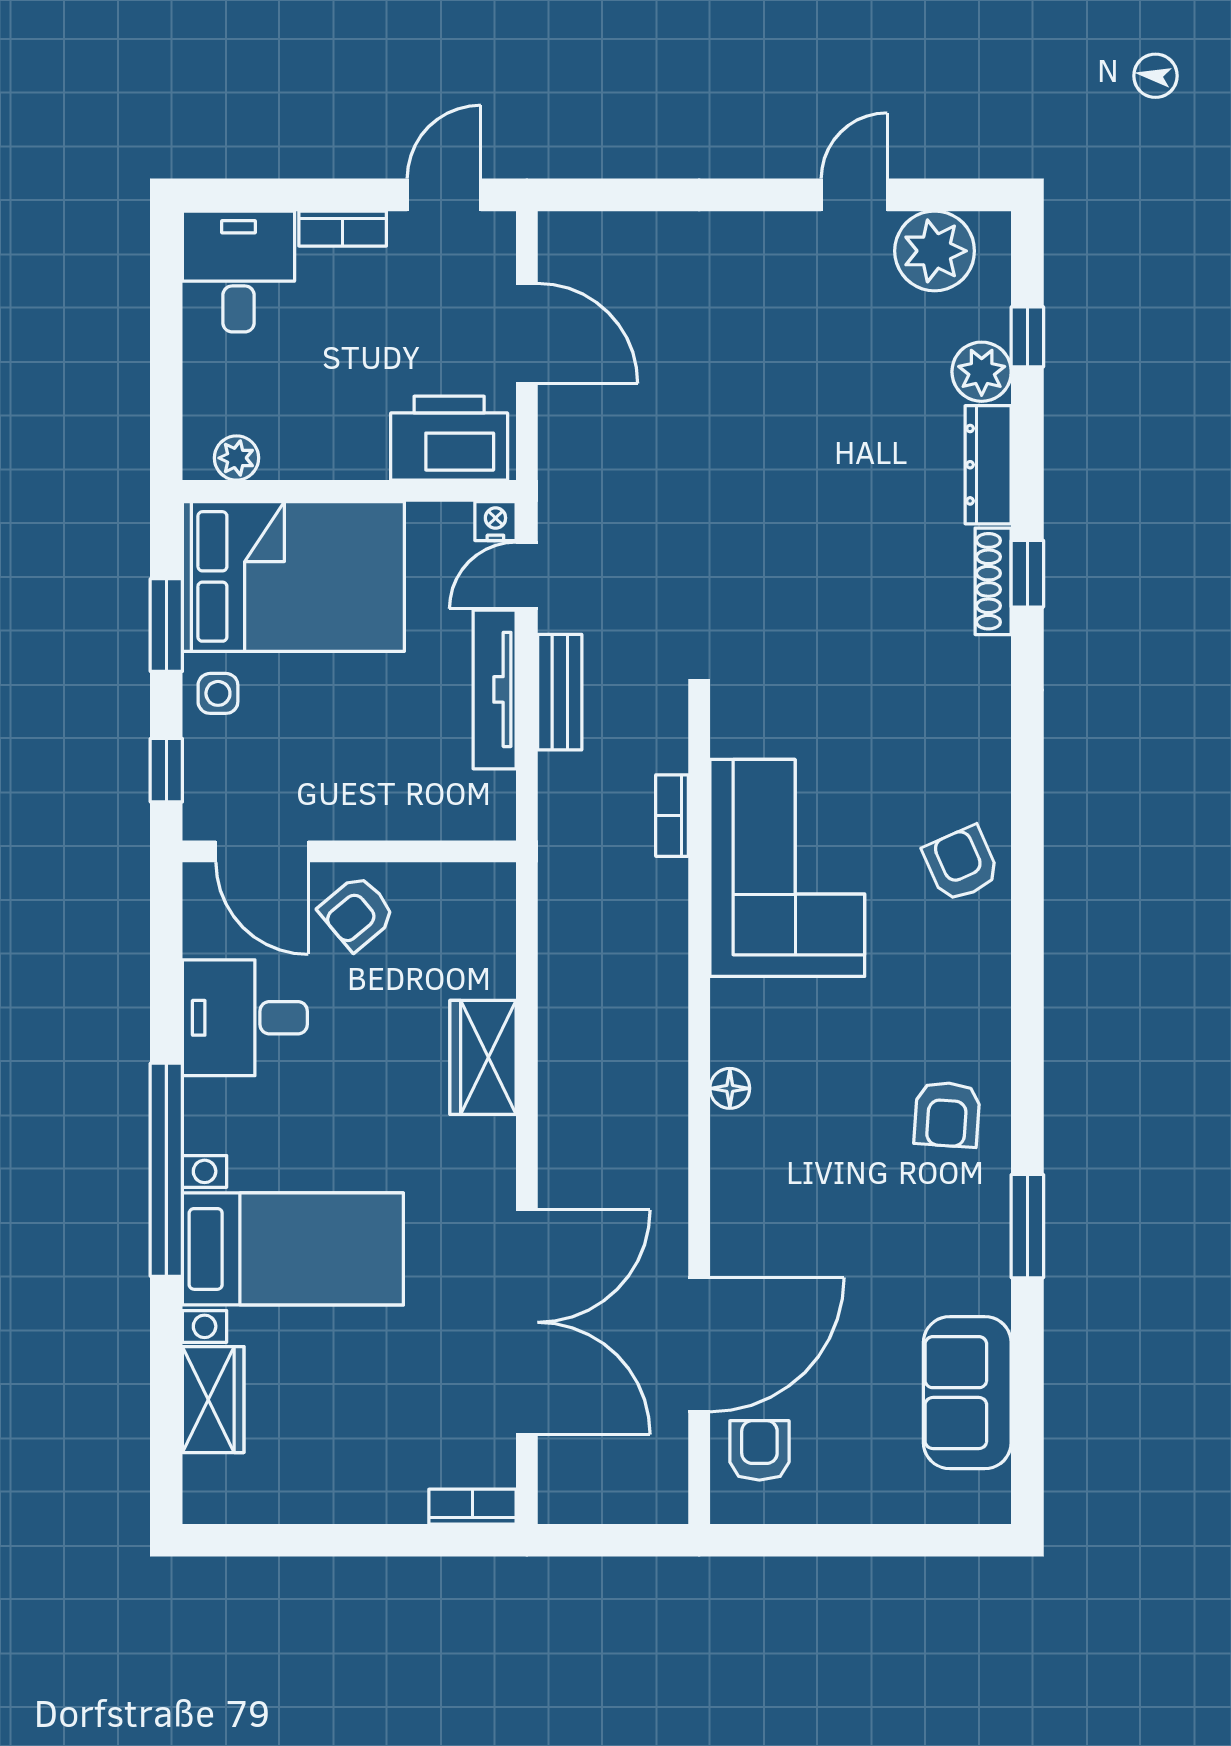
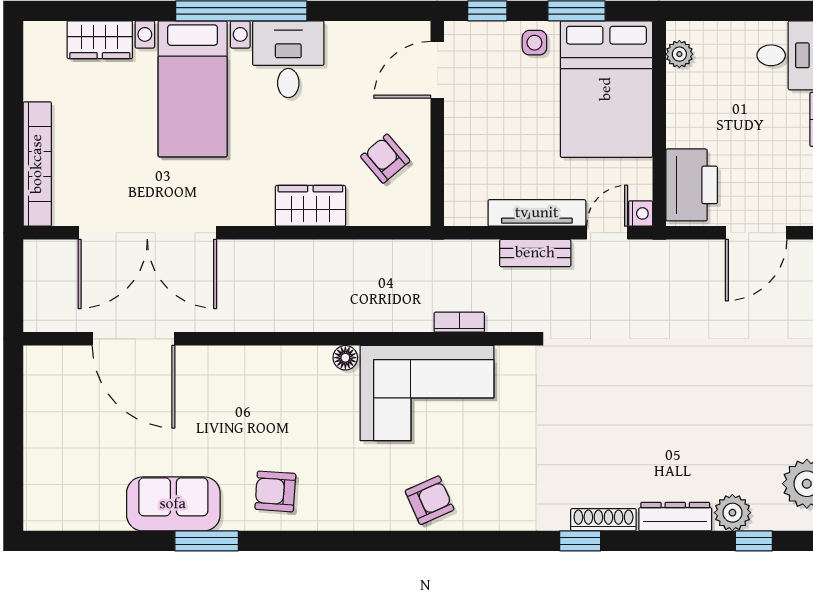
window: (1027, 574) -> (580, 541), moved
door: (527, 575) -> (607, 233), hinge flipped
armchair: (357, 913) -> (385, 159), moved
desk: (245, 1018) -> (288, 59), moved
floor lamp: (730, 1088) -> (345, 358), moved
sofa: (967, 1393) -> (173, 504), moved
armchair: (759, 1450) -> (69, 376), removed
bookcase: (472, 1507) -> (37, 164), width x2.31, depth x1.31

